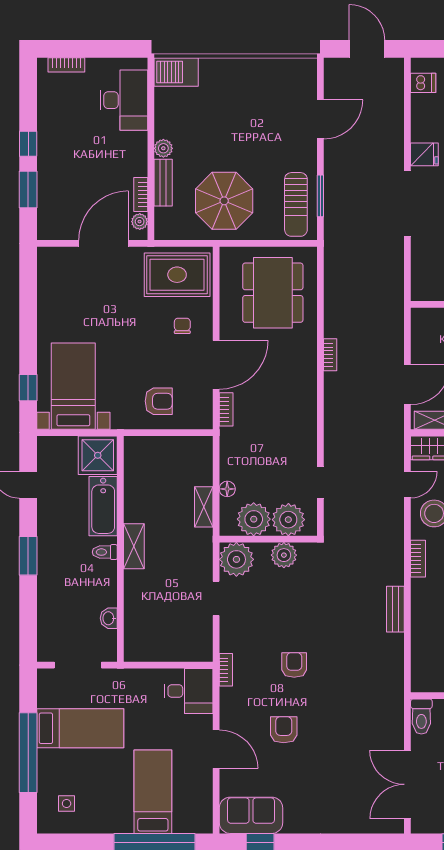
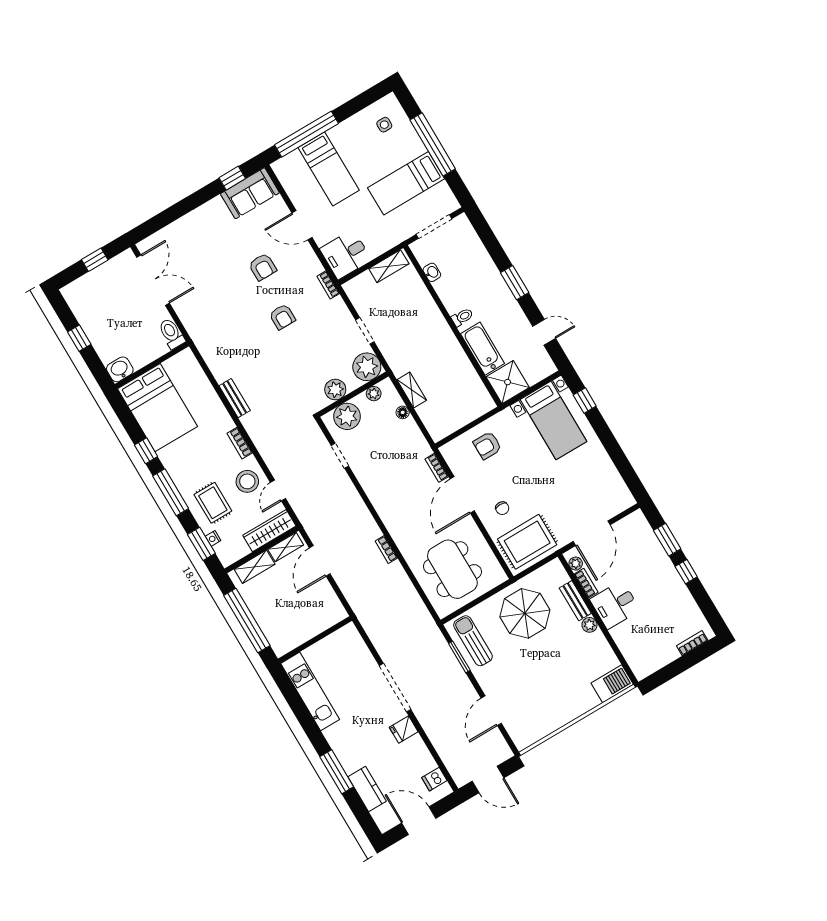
desk: (124, 100) -> (615, 605), moved, width x0.73
plant: (254, 519) -> (374, 394), width x0.53, depth x0.53
shelving: (134, 546) -> (389, 266), moved, turned 90

